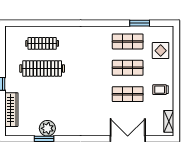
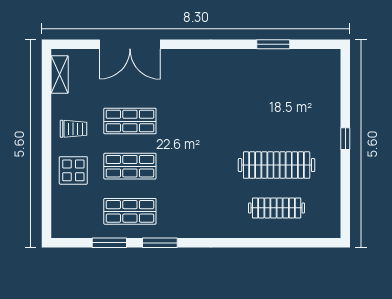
window: (110, 23) -> (160, 243), added
display table: (161, 51) -> (73, 170), moved
wardrobe: (11, 110) -> (329, 95), removed
plant: (47, 128) -> (268, 63), removed

